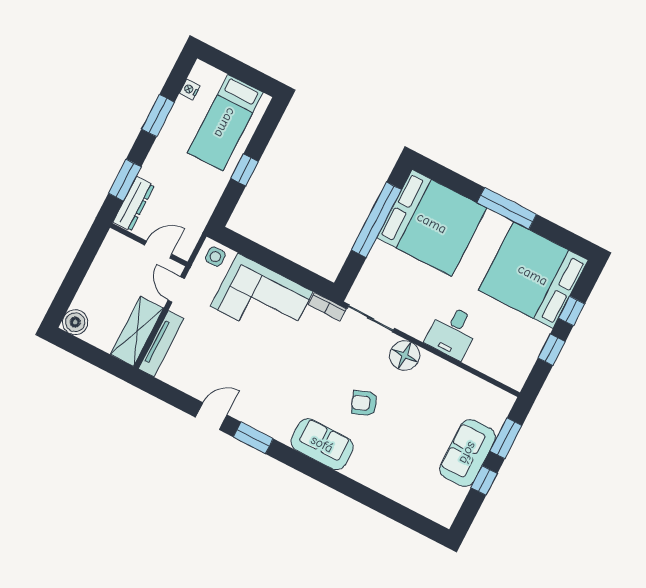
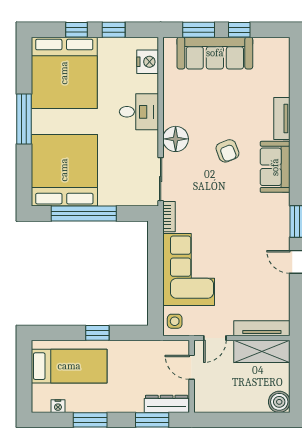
nightstand: (500, 368) -> (148, 62), added
sofa: (468, 453) -> (215, 53), width x1.36
tv unit: (369, 477) -> (282, 119), added

